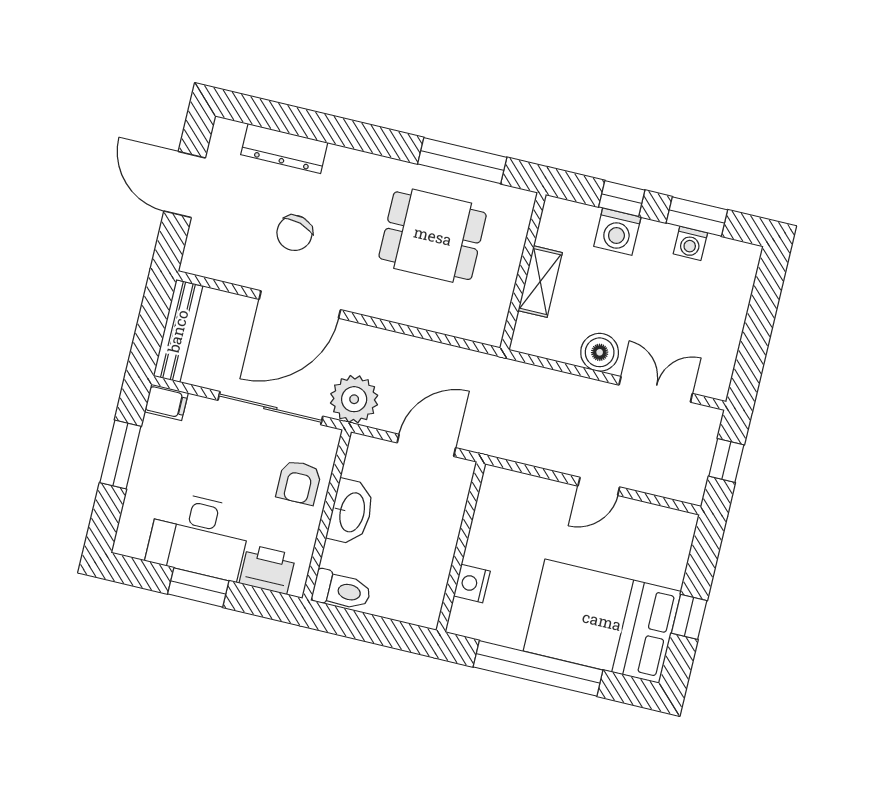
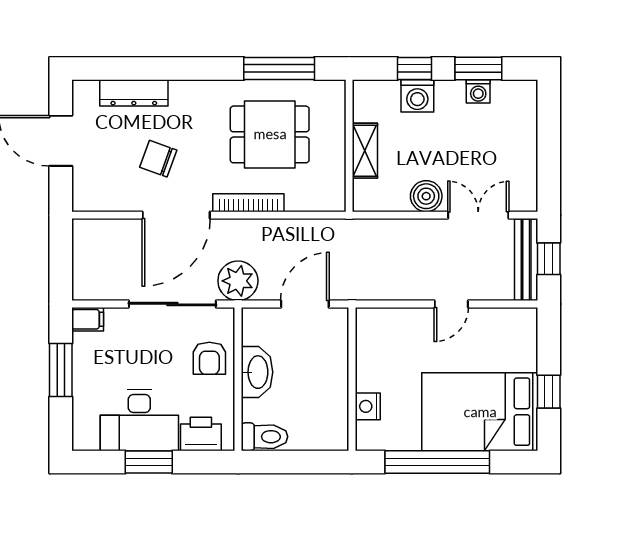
chair: (295, 233) -> (158, 159), turned 94
bookcase: (388, 310) -> (248, 203), added
bench: (178, 331) -> (526, 260), moved

